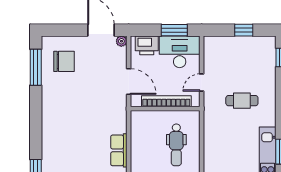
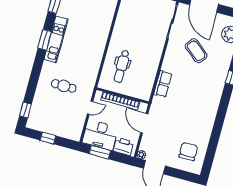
chair: (64, 61) -> (188, 151), turned 90
window: (36, 67) -> (211, 153), removed
dental chair: (176, 145) -> (122, 66), turned 180
row of seats: (119, 150) -> (163, 84), moved

